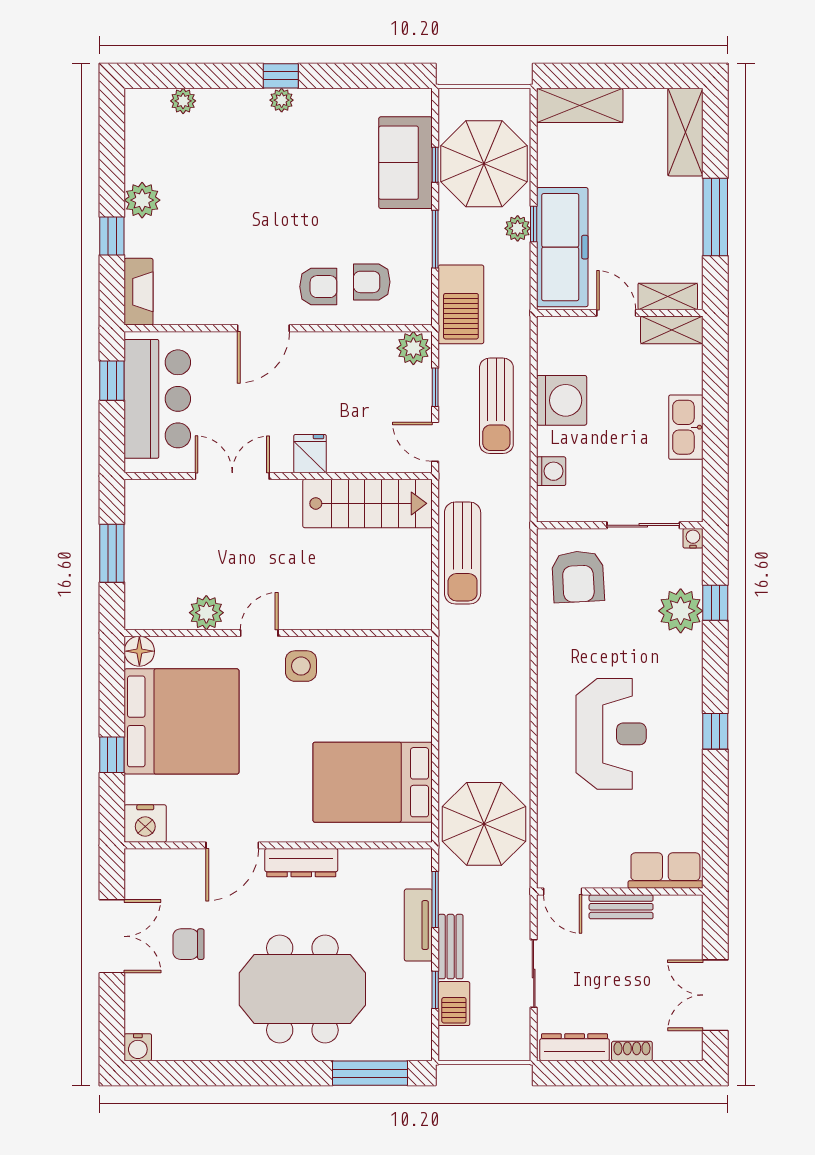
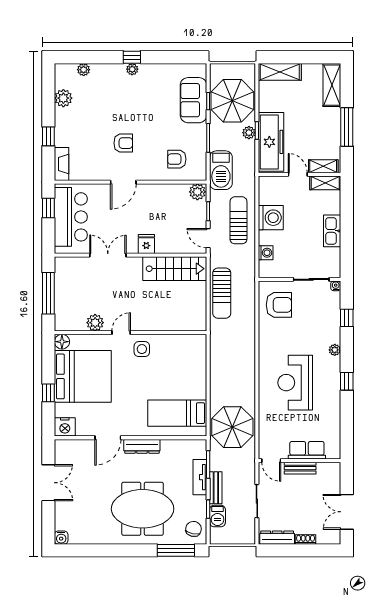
plant: (142, 200) -> (63, 98), moved
armchair: (318, 287) -> (123, 143), moved
sun lounger: (496, 406) -> (238, 220), turned 180
window: (112, 553) -> (48, 293), width x1.44
armchair: (578, 577) -> (279, 305), turned -87
plant: (681, 611) -> (335, 350), moved, width x0.53, depth x0.53
reception desk: (611, 734) -> (295, 383), turned 180
bed: (373, 782) -> (177, 413), width x0.67
row of seats: (665, 871) -> (307, 450), moved
chair: (188, 944) -> (193, 529), moved, turned 103

